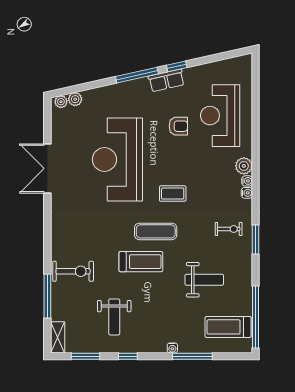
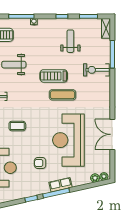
row of seats: (166, 80) -> (61, 185), moved
armchair: (178, 126) -> (40, 163), moved
reception desk: (117, 159) -> (68, 140), turned 180
double door: (47, 168) -> (112, 134), swing flipped
coffee table: (173, 194) -> (17, 126), moved
exercise mat: (156, 231) -> (62, 95), moved

